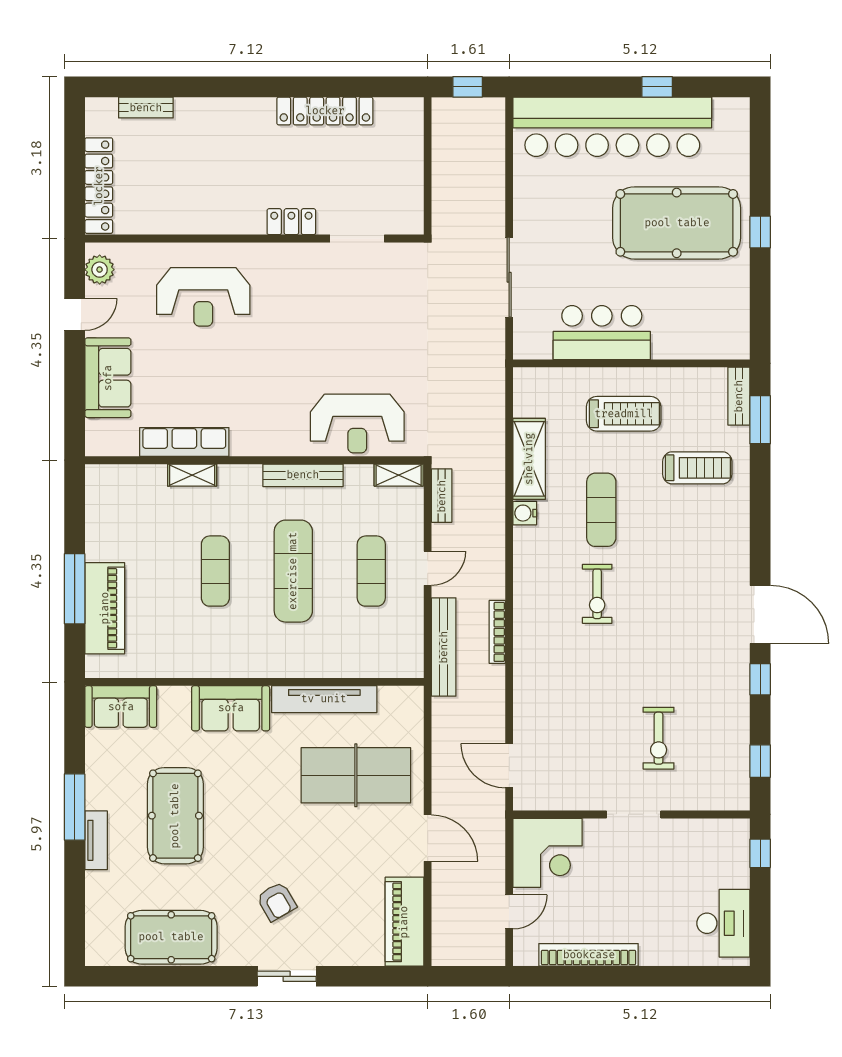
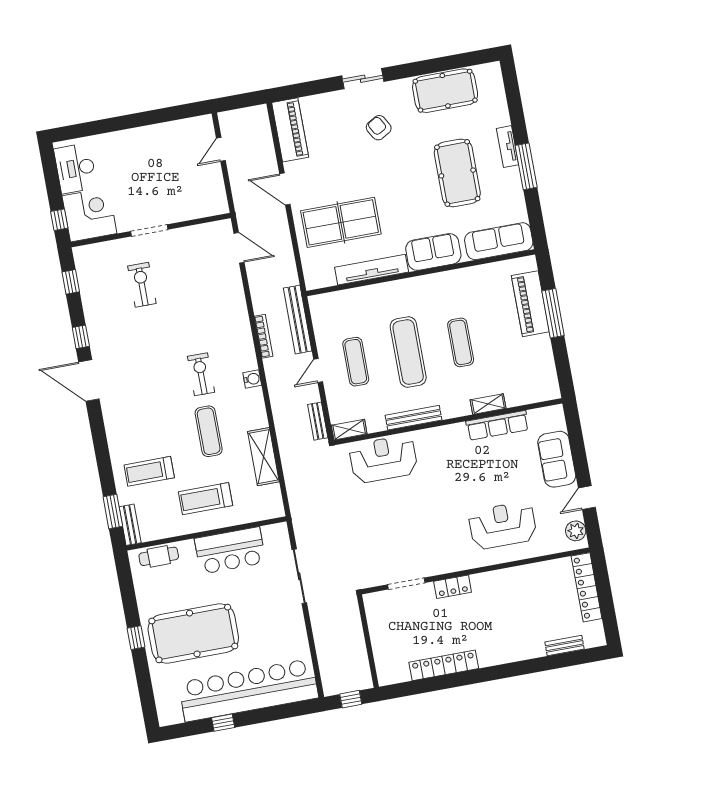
cafe table: (706, 343) -> (159, 556), added
water cooler: (525, 513) -> (252, 379), moved
sofa: (121, 707) -> (499, 241), width x1.36
corner desk: (548, 853) -> (89, 215), moved, turned 90
bookcase: (589, 955) -> (162, 130), removed

